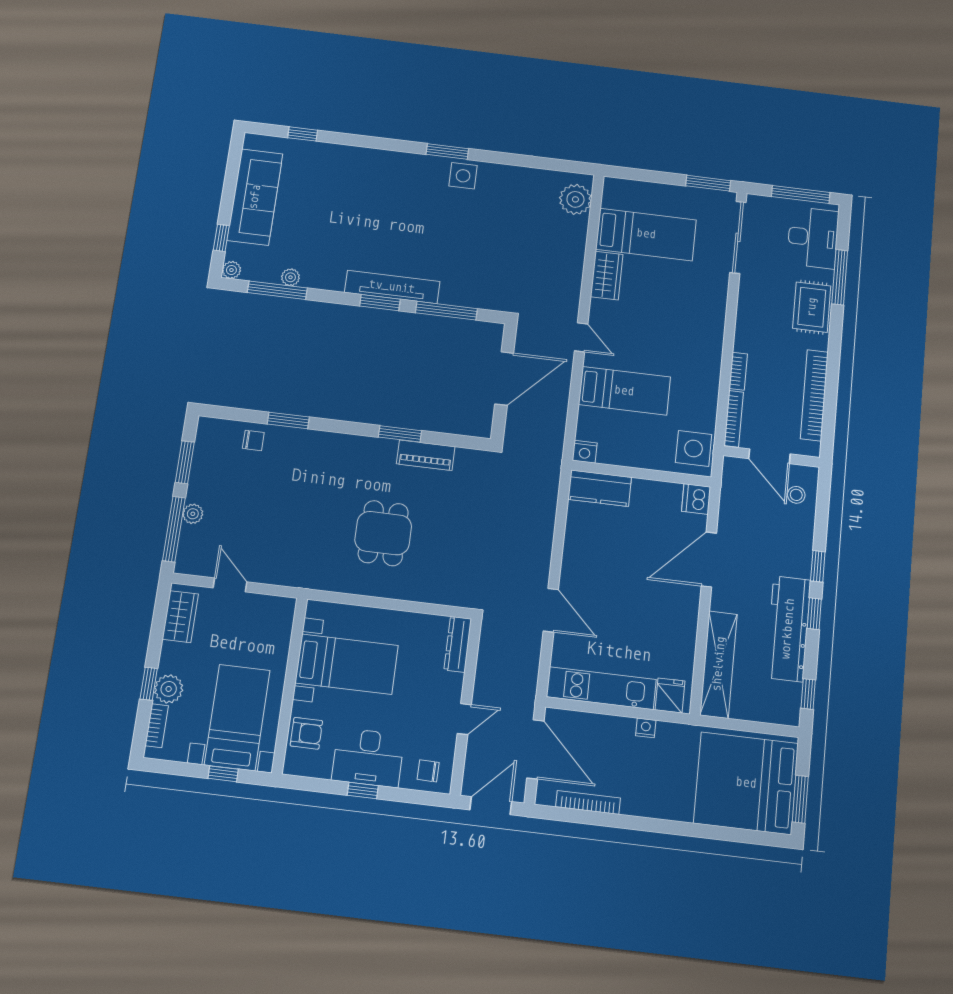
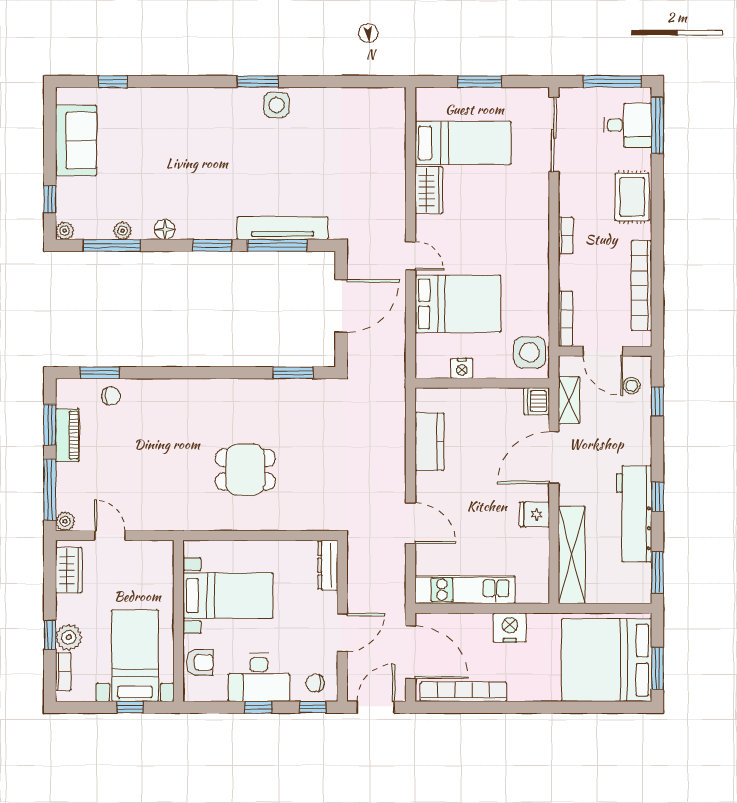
window: (708, 183) -> (480, 82), moved
sofa: (255, 197) -> (76, 140), width x0.73
plant: (575, 199) -> (390, 115), removed
desk: (813, 238) -> (628, 125), width x0.73
window: (840, 277) -> (657, 126), moved
floor lamp: (334, 281) -> (165, 229), added
tv unit: (392, 287) -> (282, 228), moved
bookcase: (738, 371) -> (566, 235), moved
bed: (624, 391) -> (458, 304), width x1.50
window: (288, 420) -> (100, 373), moved
window: (400, 434) -> (293, 373), moved
nightstand: (585, 452) -> (462, 368), moved
piano: (426, 455) -> (67, 435), moved, turned -90
kitchen counter: (600, 488) -> (430, 442), moved, turned -90
shelving: (730, 502) -> (569, 400), added
plant: (193, 514) -> (65, 521), moved
dining table: (383, 533) -> (245, 470), turned 90
window: (818, 566) -> (657, 402), moved
window: (808, 694) -> (657, 572), width x1.50
fridge: (670, 695) -> (534, 514), moved, turned -90
door: (464, 719) -> (342, 633), width x1.38
nightstand: (646, 728) -> (510, 628), width x1.89, depth x1.79
window: (422, 798) -> (313, 707), added
bookcase: (588, 802) -> (464, 692), width x1.48, depth x1.31

